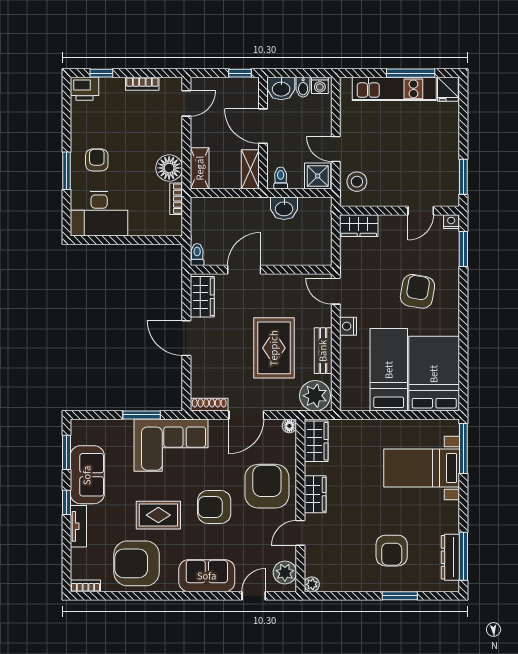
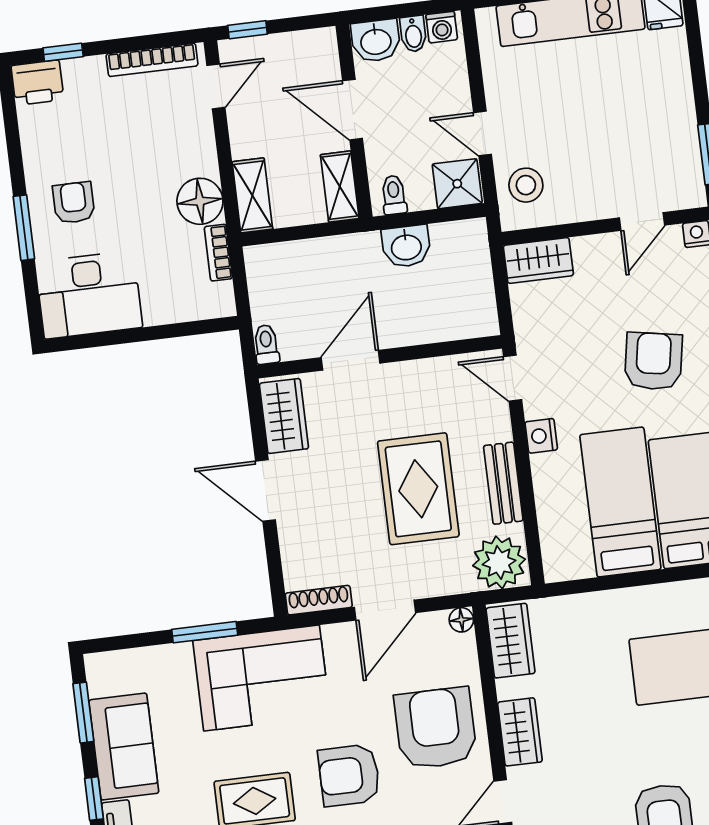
window: (240, 73) -> (248, 30), moved
bookcase: (142, 84) -> (152, 60), width x1.56

